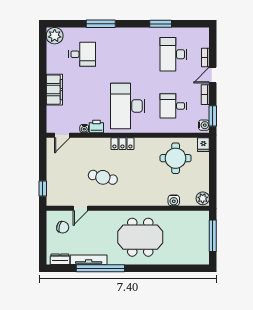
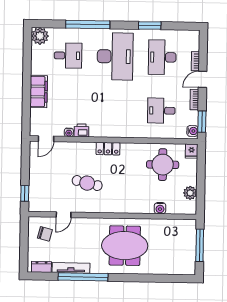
window: (101, 24) -> (88, 24), width x1.46
desk: (128, 106) -> (115, 56), moved, turned 180
plant: (203, 198) -> (190, 193), moved

